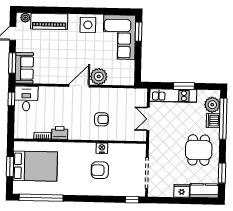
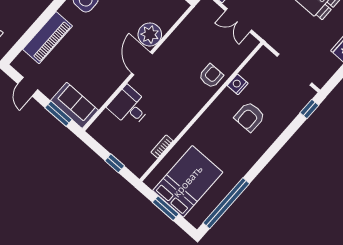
plant: (25, 18) -> (22, 59), removed
desk: (26, 98) -> (129, 107), moved
window: (11, 99) -> (115, 163), moved
armchair: (101, 119) -> (211, 76), moved
printer: (60, 133) -> (175, 126), removed
nightstand: (102, 148) -> (238, 84), moved

